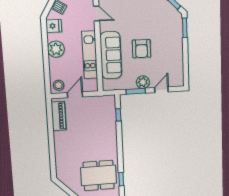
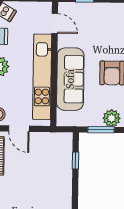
kitchen unit: (90, 55) -> (42, 77), width x1.36
door: (75, 95) -> (19, 129), swing flipped

